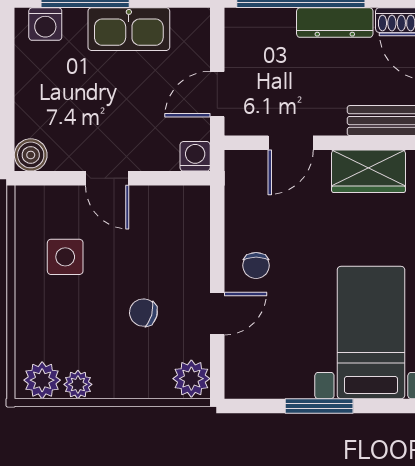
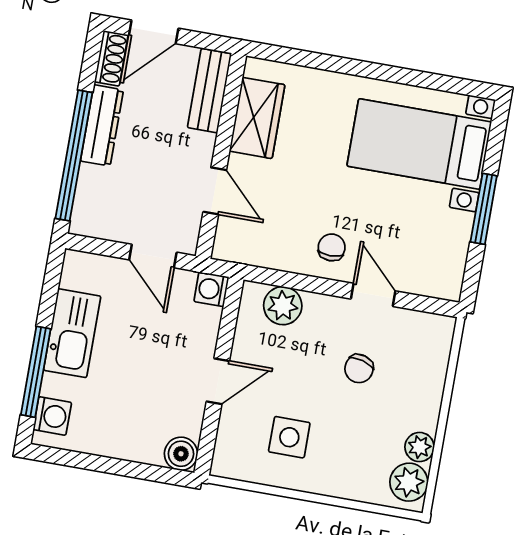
chair: (256, 265) -> (332, 247), turned -90
plant: (191, 379) -> (283, 306), moved

